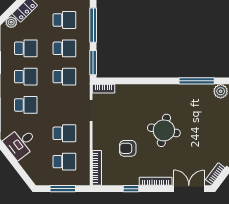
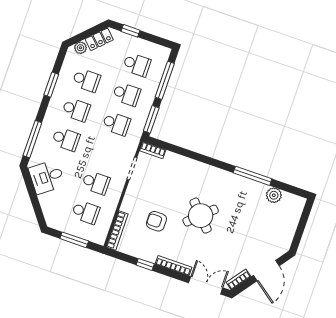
round table: (164, 130) -> (201, 216), turned 35

